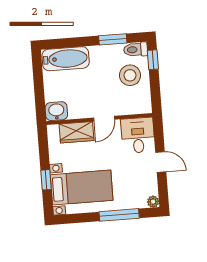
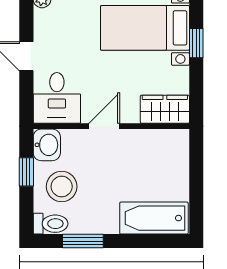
window: (153, 60) -> (26, 172), moved
washbasin: (56, 111) -> (47, 145), moved, turned -90
wardrobe: (76, 132) -> (165, 109), moved

